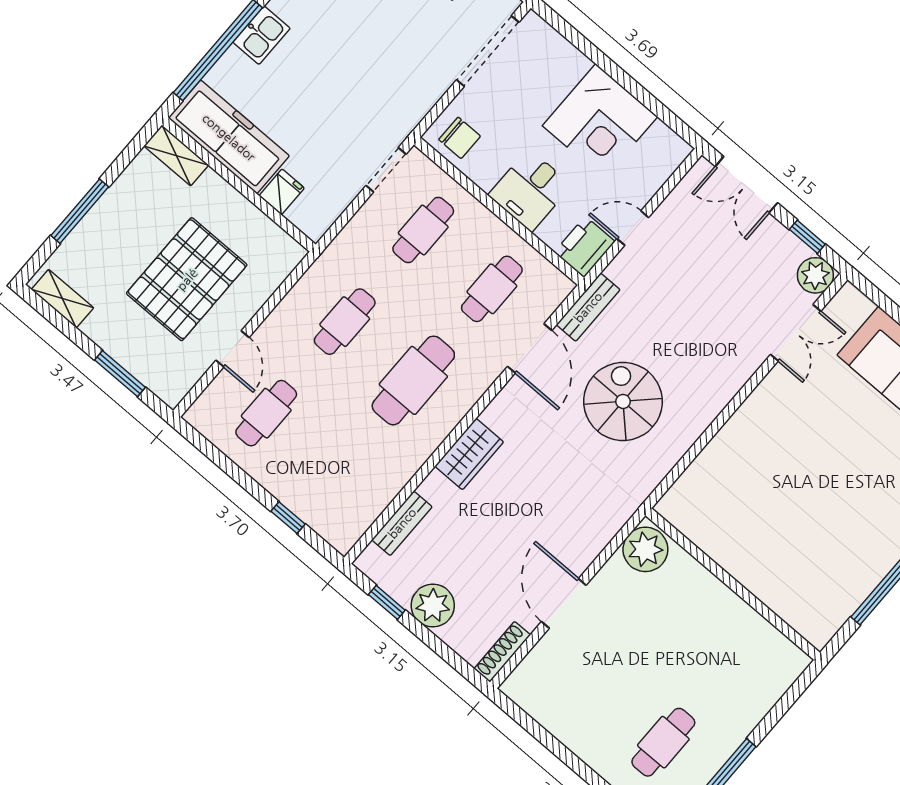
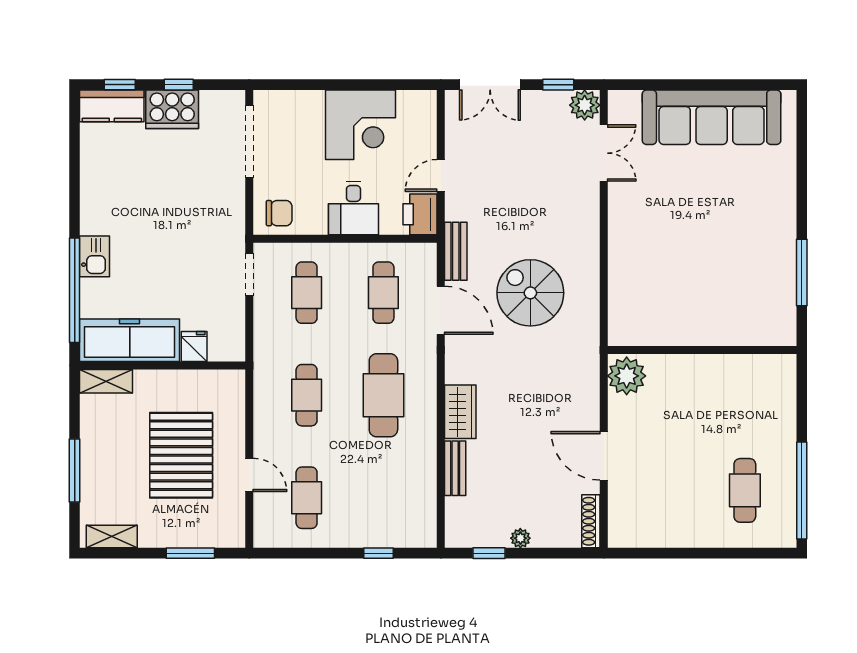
bench: (402, 523) -> (455, 468), moved
plant: (433, 605) -> (520, 538), width x0.53, depth x0.53

